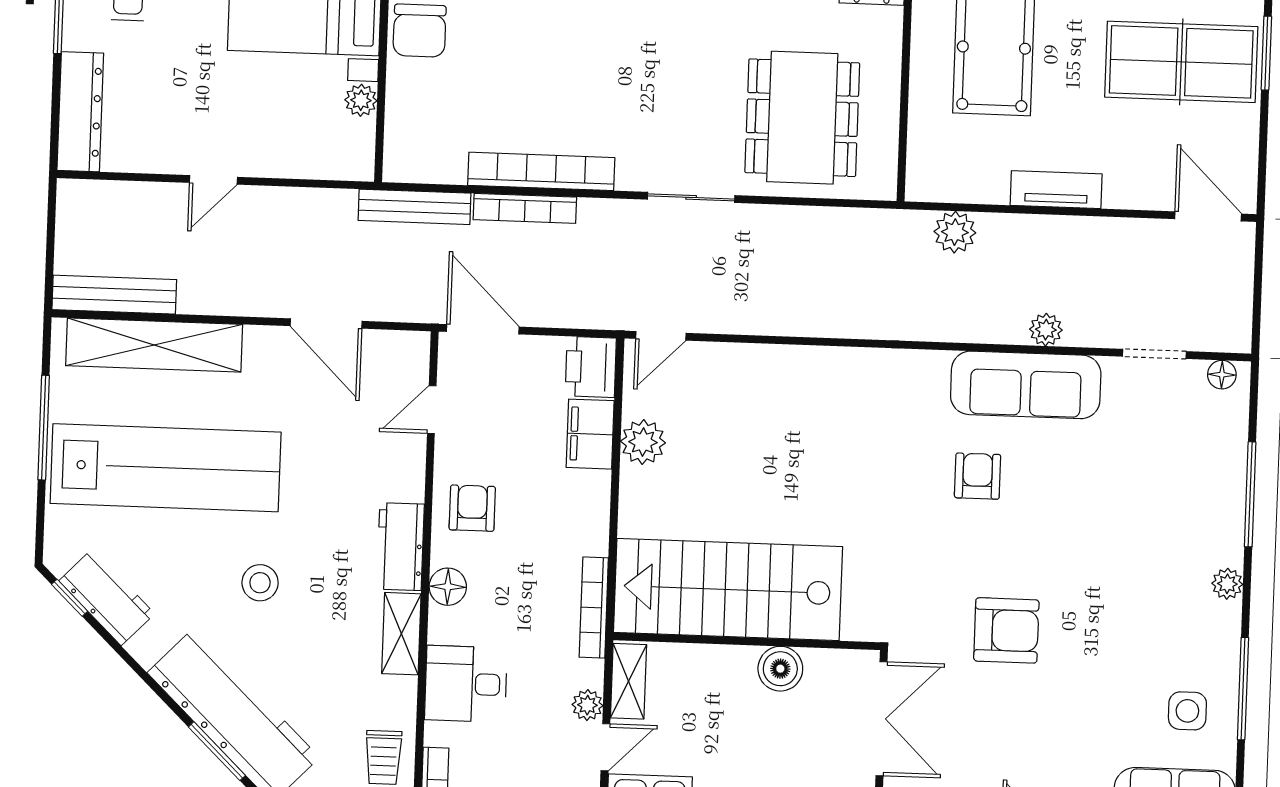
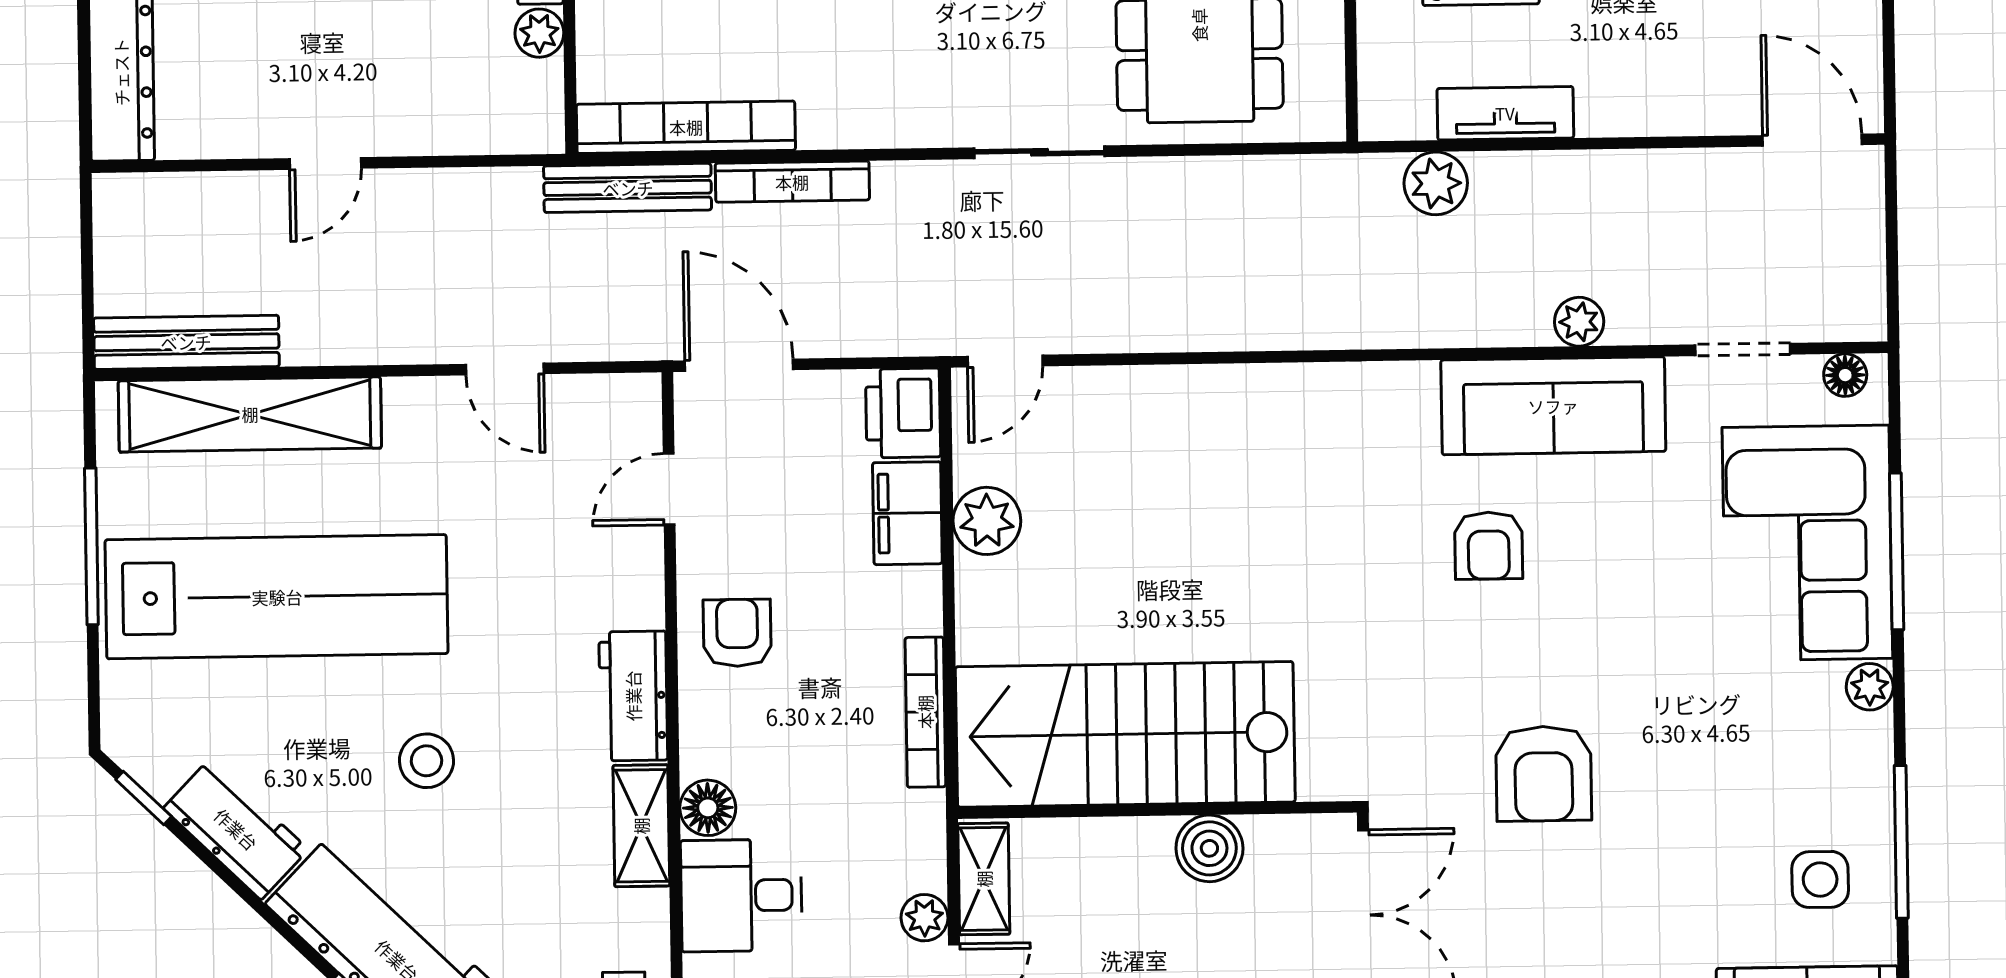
bookcase: (541, 171) -> (686, 127), moved
tv unit: (1056, 190) -> (1505, 113), moved
door: (326, 324) -> (505, 369), width x0.73
armchair: (978, 476) -> (1489, 546), turned 180
corner sofa: (1191, 485) -> (1807, 543), added
floor lamp: (448, 587) -> (708, 808), moved
workbench: (107, 597) -> (236, 829), moved
bookcase: (594, 608) -> (925, 712), moved
armchair: (1006, 630) -> (1544, 774), turned 90

